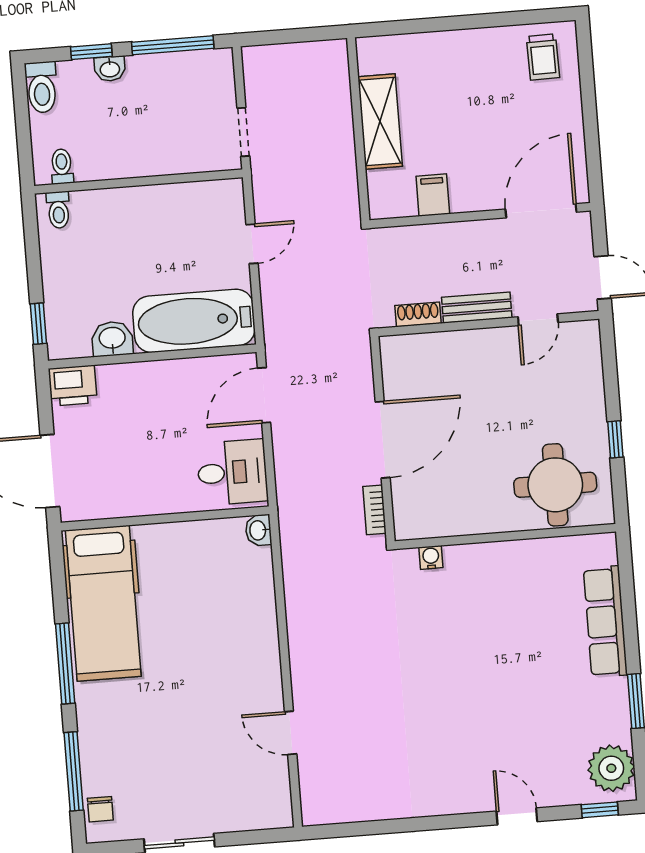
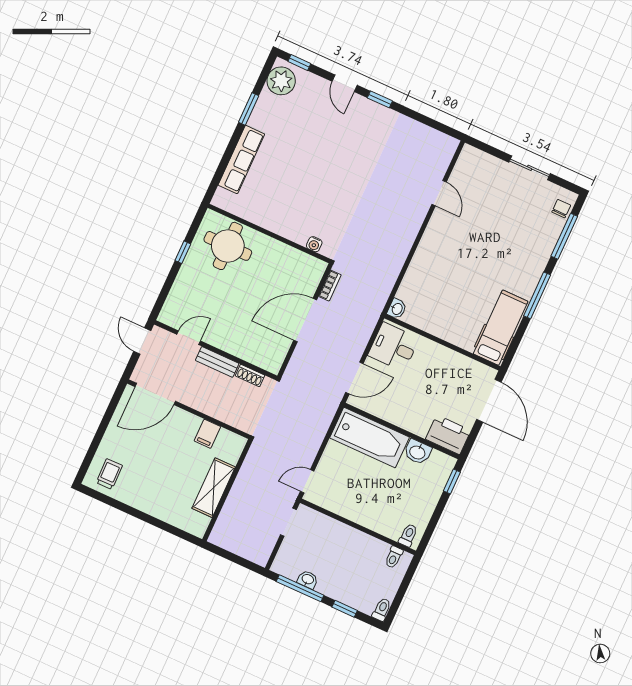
washbasin: (110, 69) -> (308, 580), moved
toilet: (42, 87) -> (382, 609), width x0.73, depth x0.72
door: (252, 244) -> (307, 481), moved
printer: (73, 386) -> (448, 435), width x1.37, depth x1.19
hospital bed: (103, 603) -> (501, 328), width x0.73, depth x0.78
window: (453, 821) -> (380, 99), added

